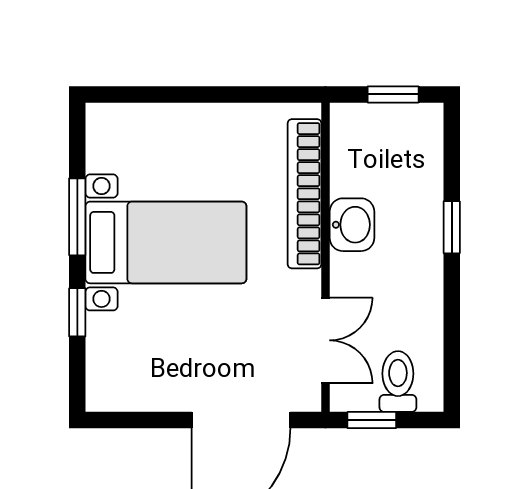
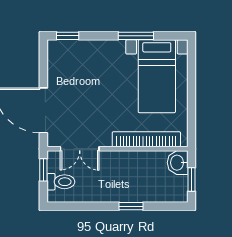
washbasin: (352, 225) -> (178, 163), moved, turned 90
bed with nightstands: (166, 242) -> (157, 76), moved
window: (77, 312) -> (68, 36), moved

